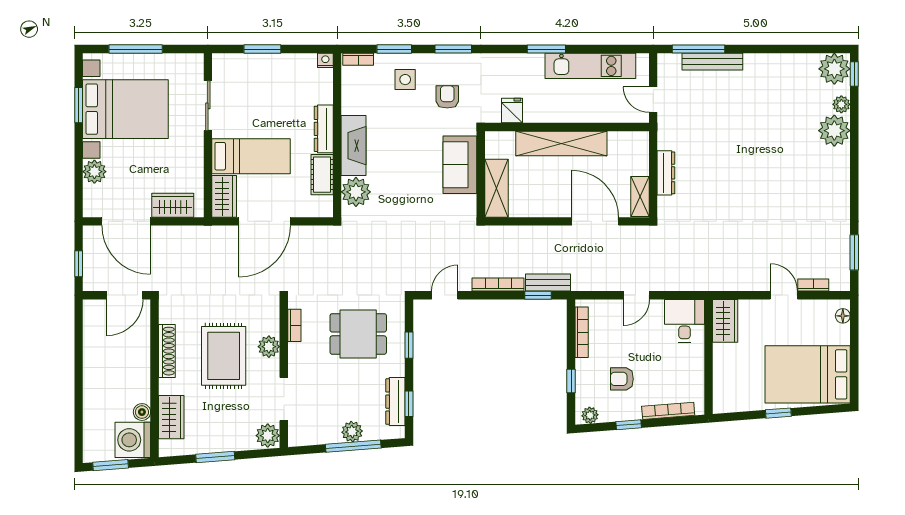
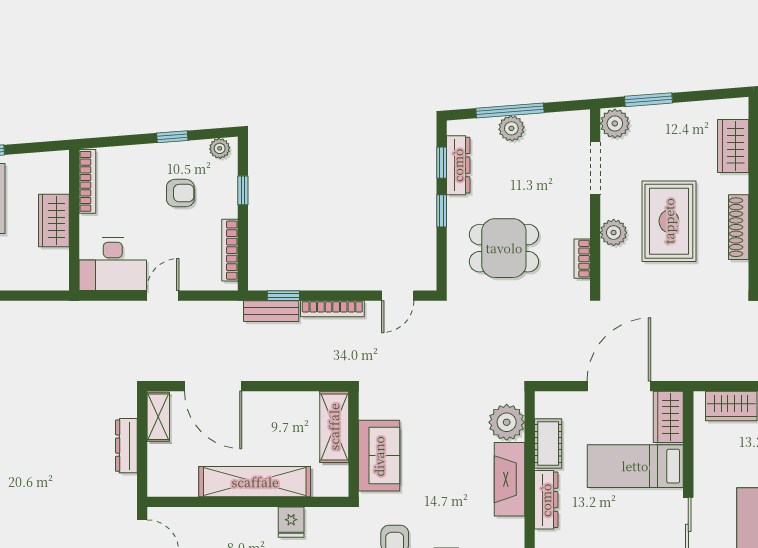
fridge: (512, 111) -> (291, 522), moved
desk: (684, 321) -> (113, 264), width x1.37
wardrobe: (725, 321) -> (54, 220), moved
window: (409, 345) -> (442, 211), moved
bookcase: (668, 411) -> (87, 181), moved, turned -86
window: (215, 457) -> (648, 100), moved

